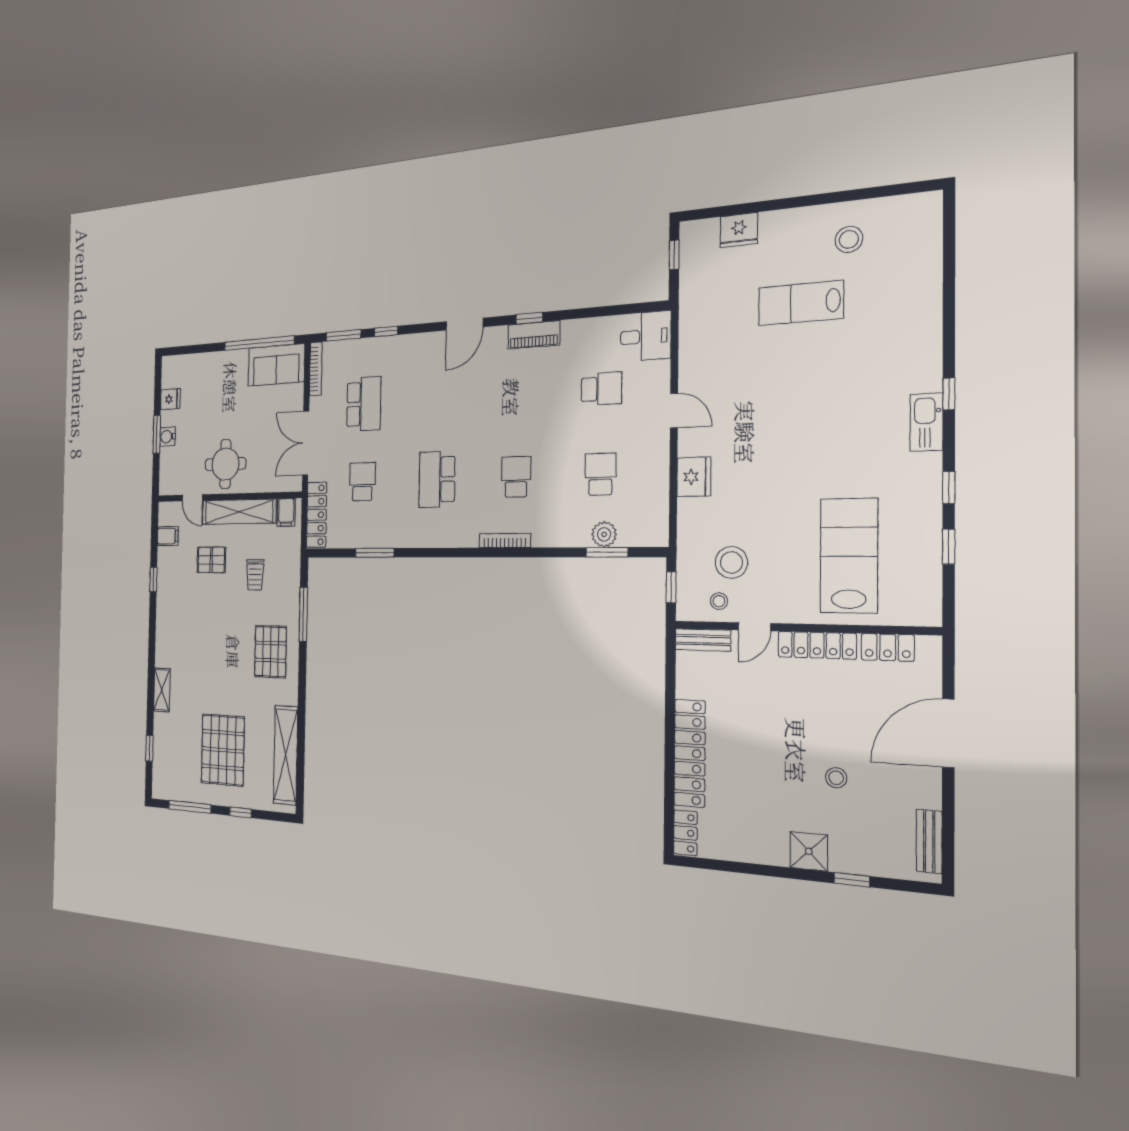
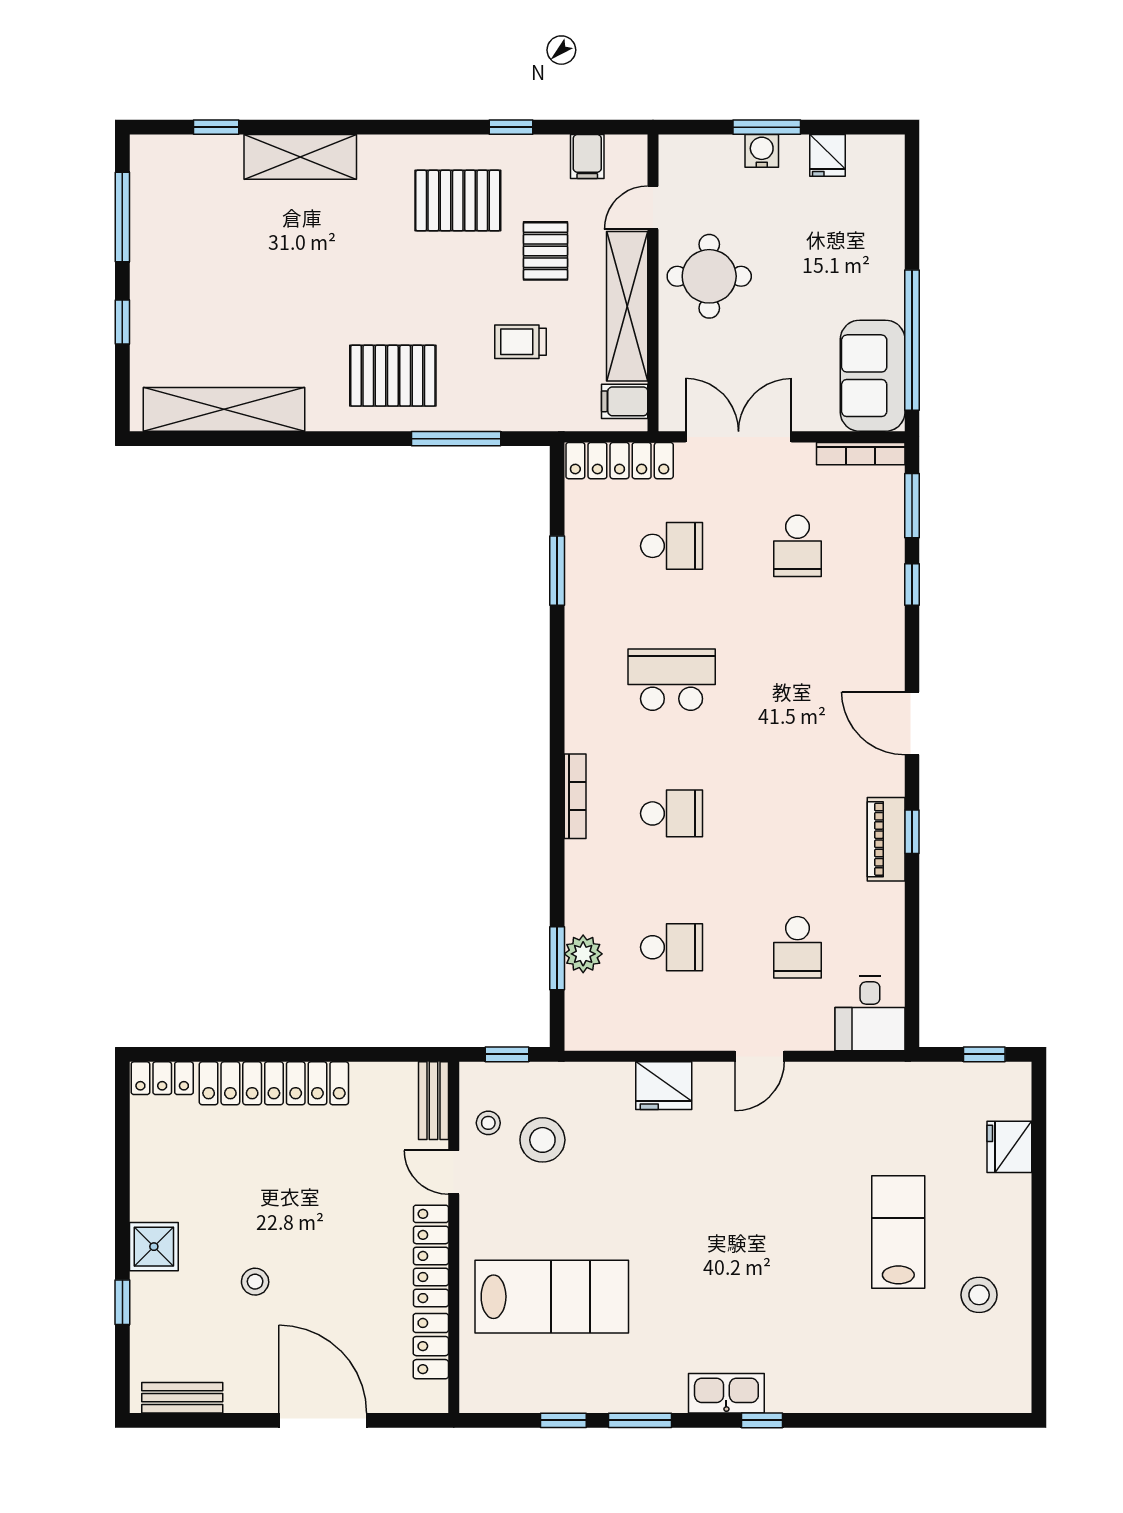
school desk: (364, 404) -> (797, 546), width x0.54
window: (949, 488) -> (640, 1420), width x1.50
shelving: (162, 690) -> (300, 157), width x1.50, depth x1.33
pallet: (223, 750) -> (458, 201), moved, width x0.73, depth x0.71

